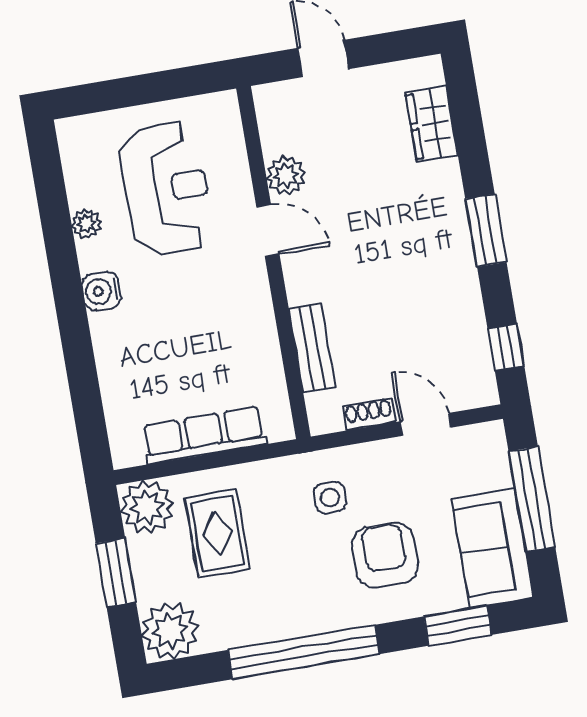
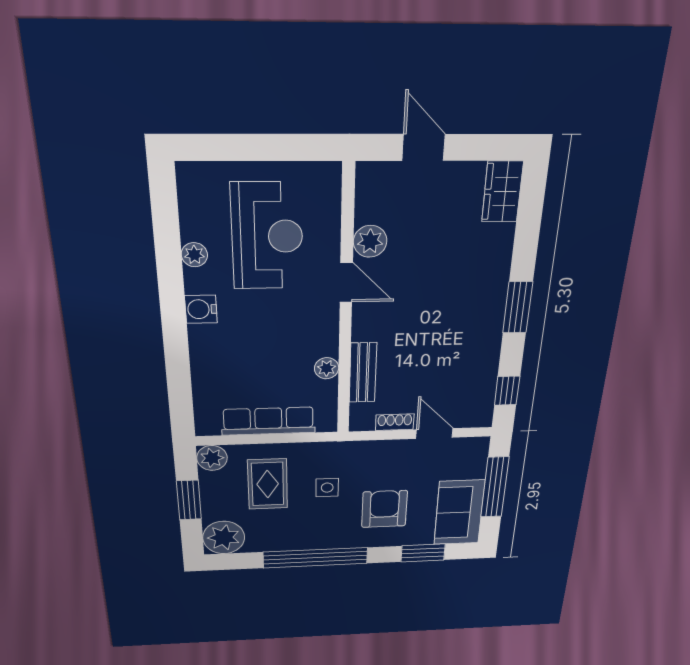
wardrobe: (432, 124) -> (502, 192), moved
plant: (265, 348) -> (327, 368), added
side table: (330, 498) -> (327, 488), moved
plant: (147, 507) -> (212, 458), width x0.73, depth x0.73

